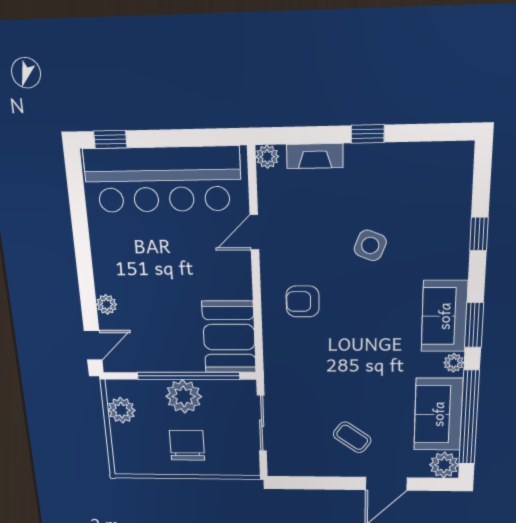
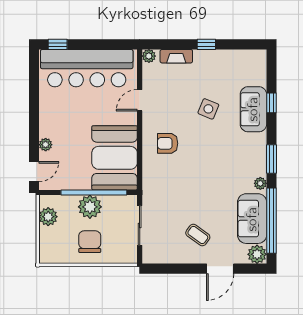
sofa: (444, 316) -> (253, 109), moved
booth: (229, 337) -> (115, 158), width x1.36, depth x1.42

